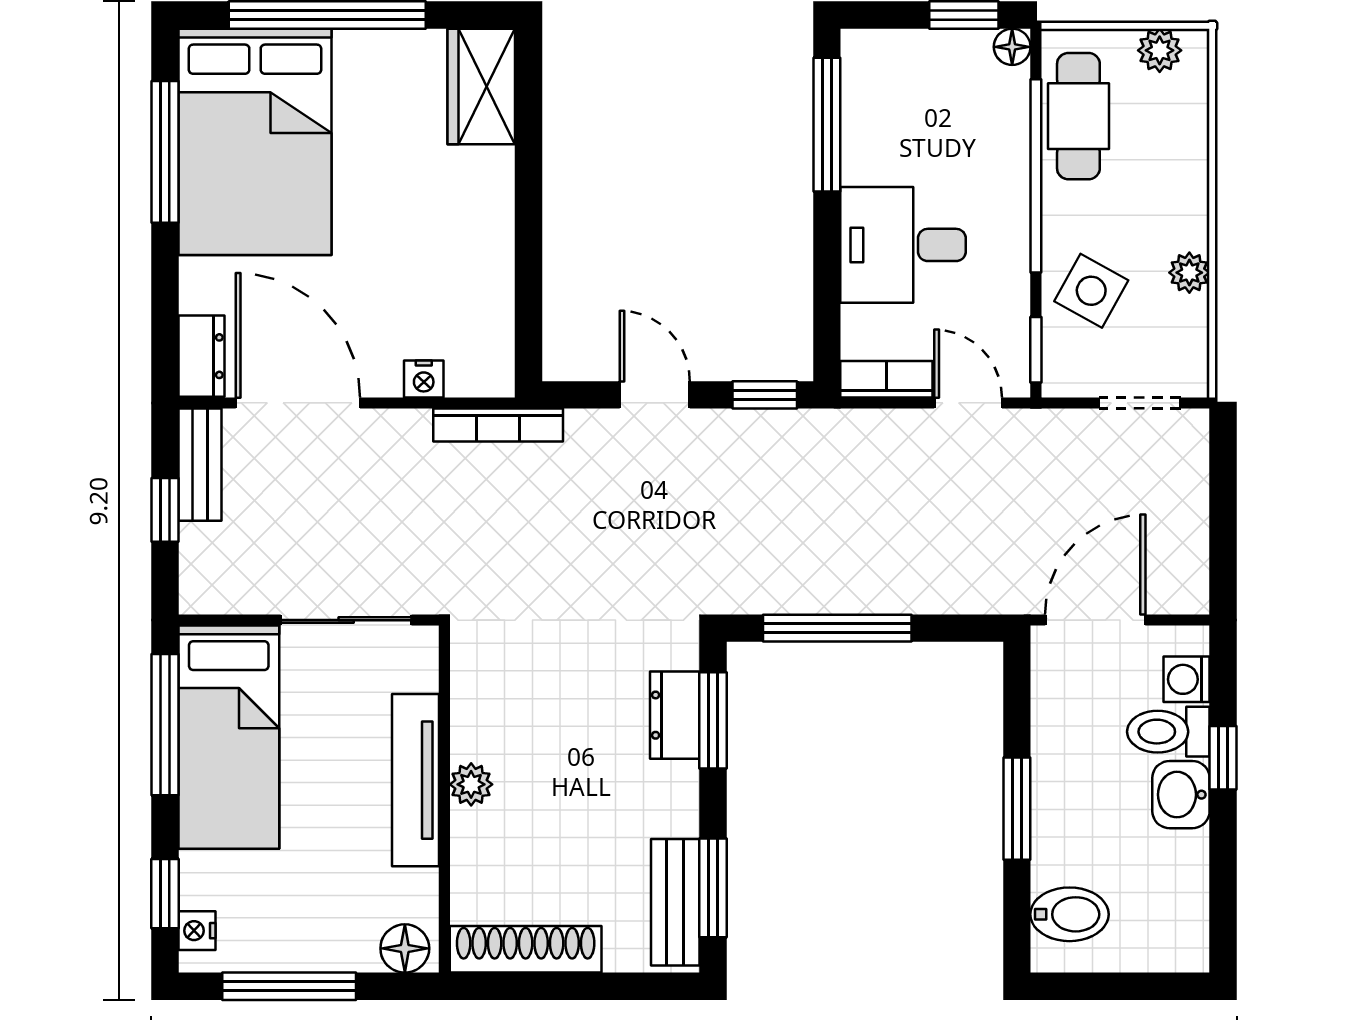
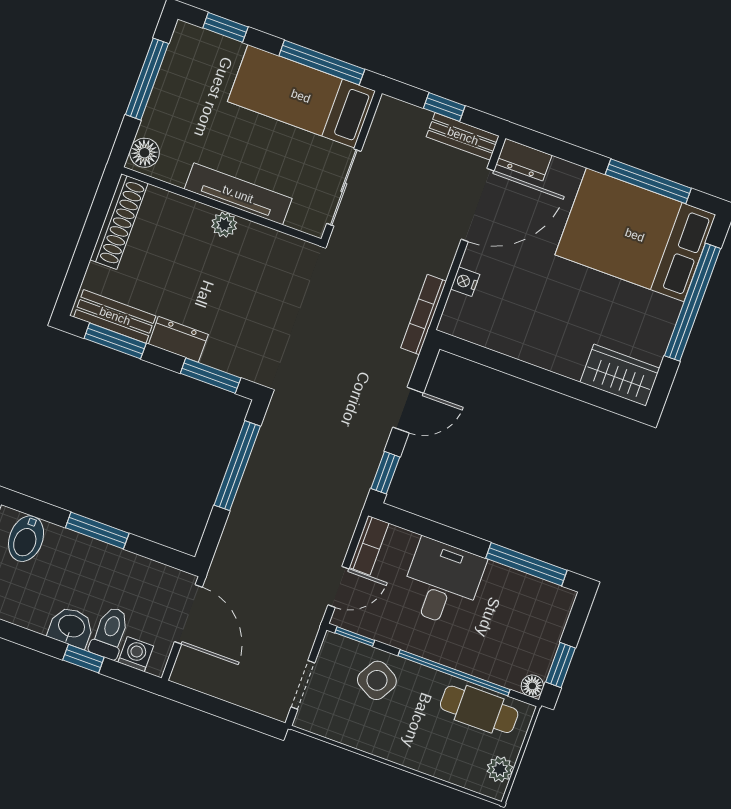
plant: (1189, 273) -> (367, 740), removed
dresser: (675, 715) -> (178, 339), moved
nightstand: (197, 931) -> (198, 38), removed

